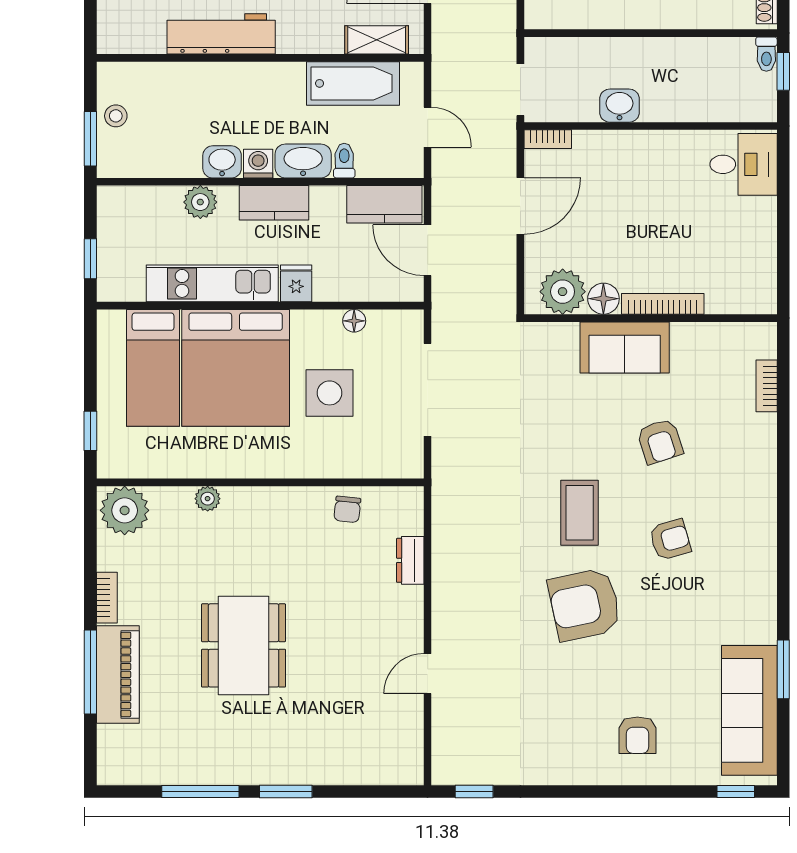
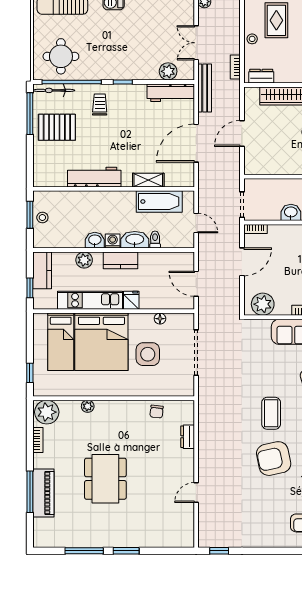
shelving: (377, 40) -> (148, 180), moved
window: (90, 139) -> (30, 215), moved
kitchen counter: (384, 204) -> (42, 270), moved, turned -90
floor lamp: (603, 299) -> (283, 308), removed
bookcase: (107, 598) -> (38, 440), moved

